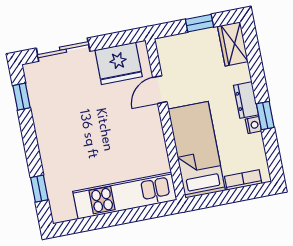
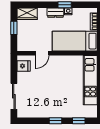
fridge: (119, 63) -> (24, 66), width x0.53, depth x0.75
door: (160, 90) -> (42, 53), hinge flipped
window: (21, 97) -> (56, 121), moved

